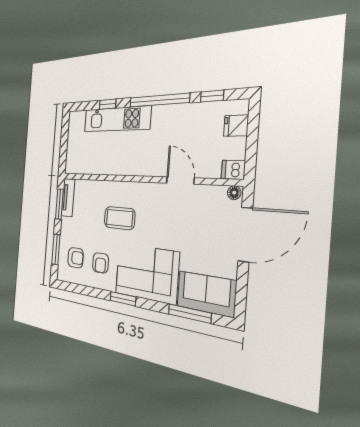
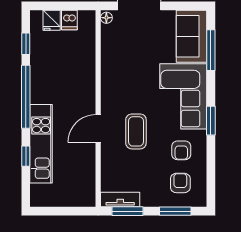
dishwasher: (233, 170) -> (69, 20), moved
door: (180, 180) -> (98, 129), moved
armchair: (101, 263) -> (181, 150), turned 90

